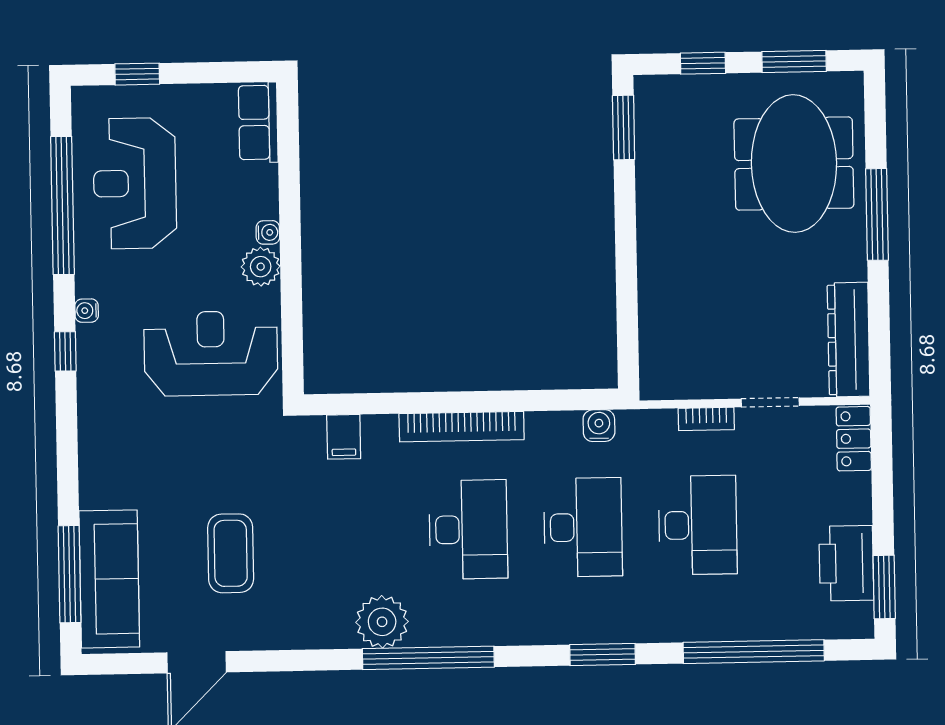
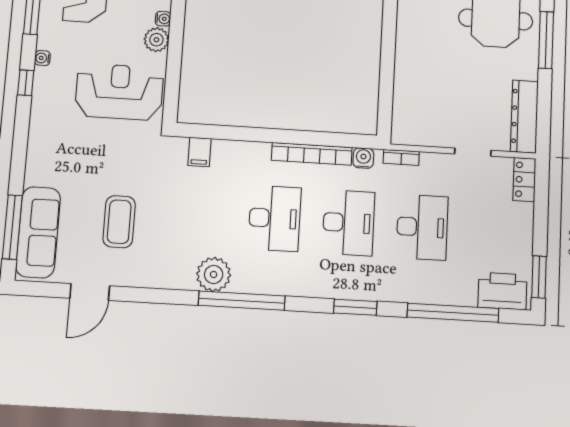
bookcase: (706, 419) -> (401, 157), moved
bookcase: (462, 427) -> (312, 154), moved
printer: (846, 563) -> (502, 291), moved, turned 90

